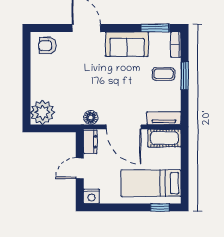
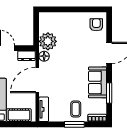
window: (155, 28) -> (109, 93), moved
plant: (42, 112) -> (48, 41), moved
cot: (164, 138) -> (19, 115), moved, turned 90

